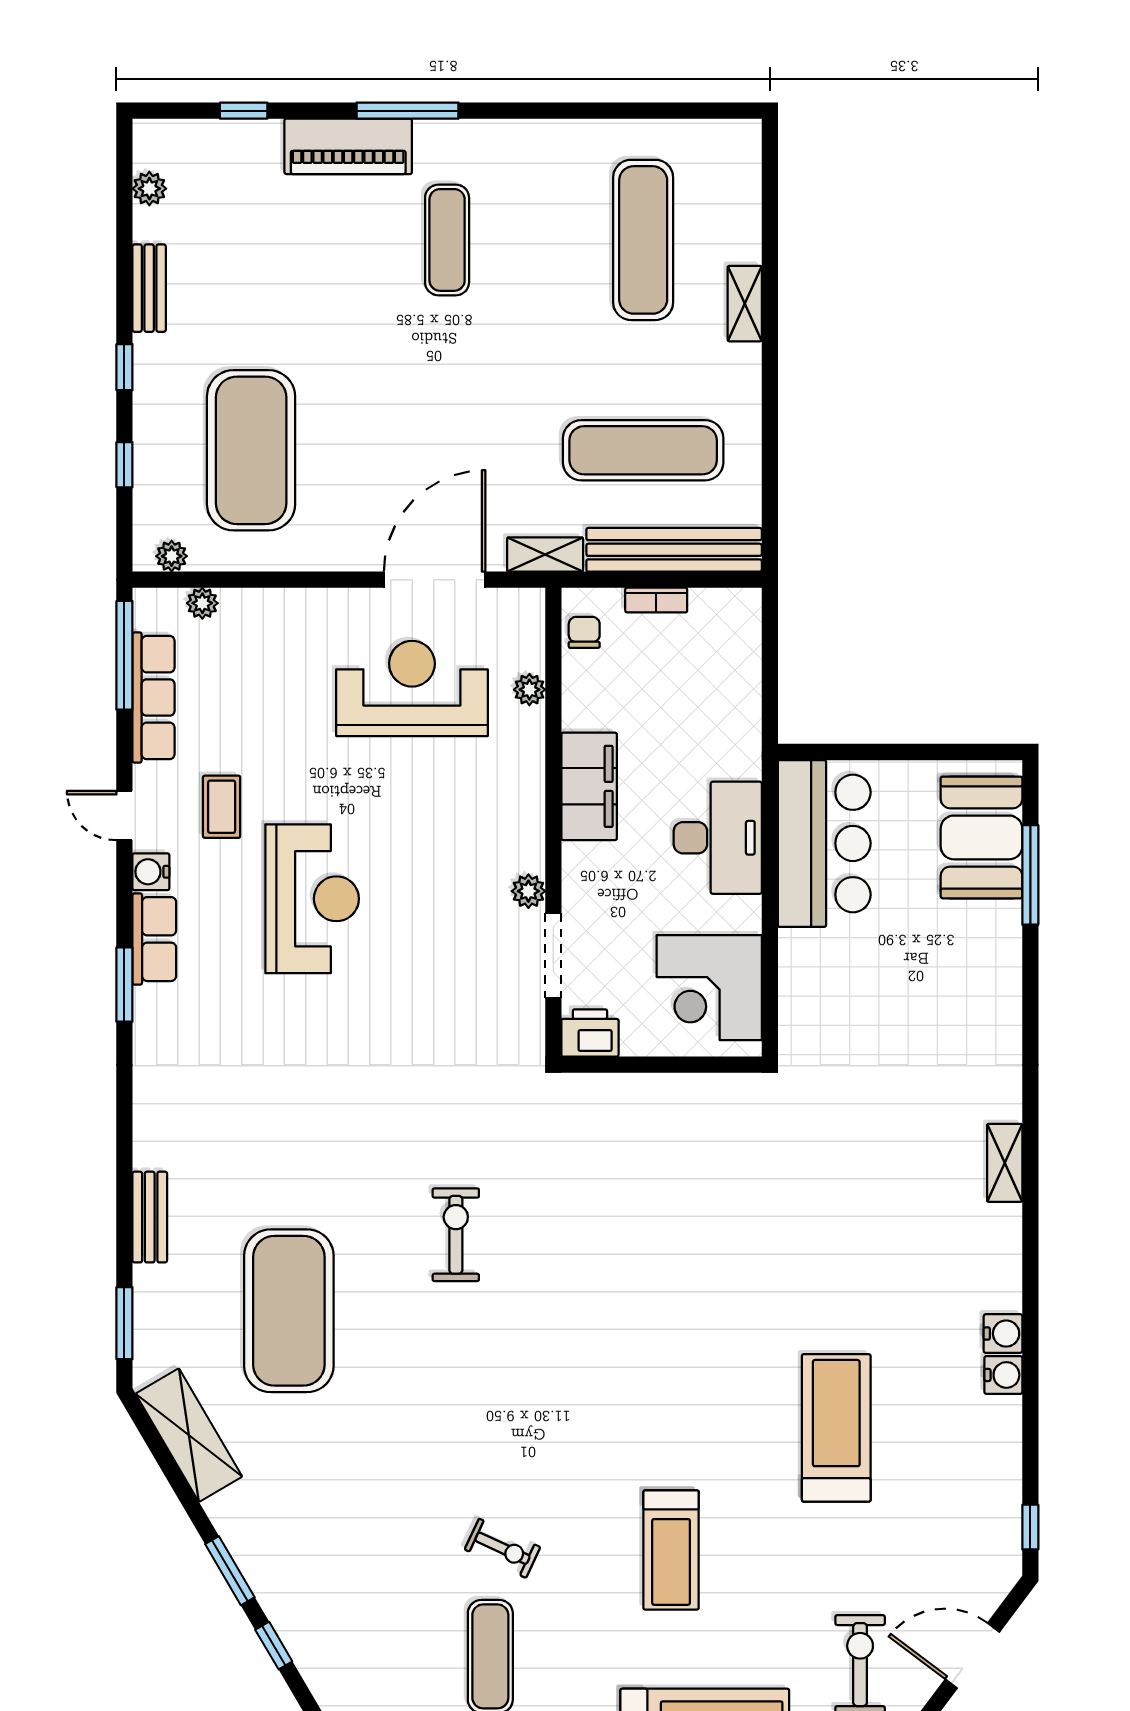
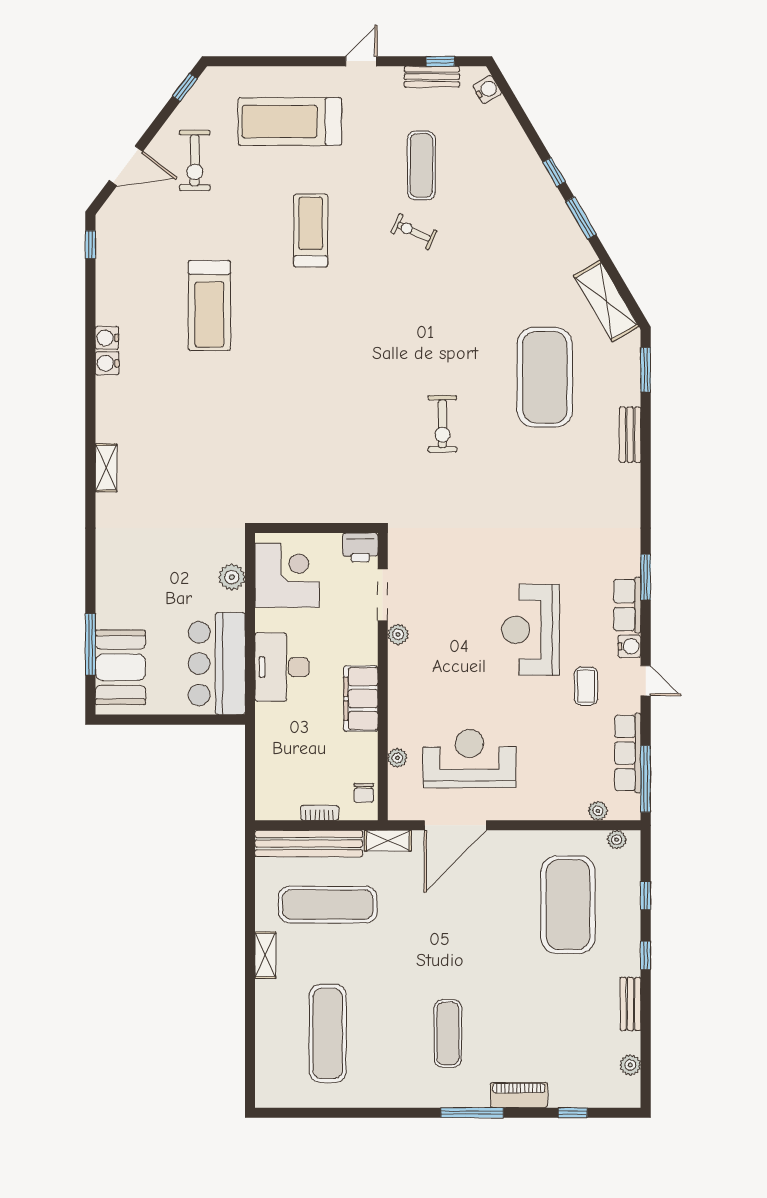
piano: (348, 146) -> (519, 1095), width x0.73, depth x0.75
shelving: (745, 304) -> (265, 955), moved
reception desk: (412, 688) -> (469, 759), turned 180
plant: (799, 985) -> (232, 577), added

